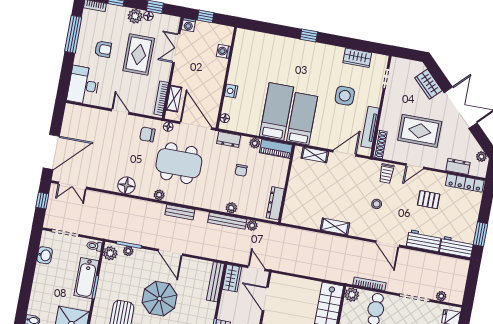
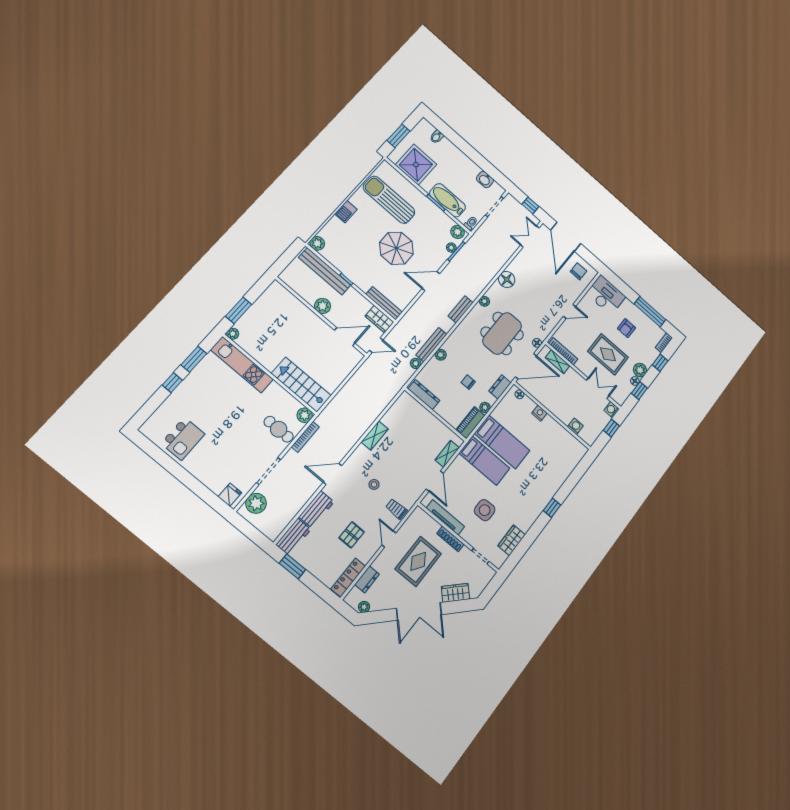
chair: (147, 134) -> (578, 271), moved
shoe rack: (380, 144) -> (450, 539), moved
plant: (441, 296) -> (256, 503), width x1.87, depth x1.87

